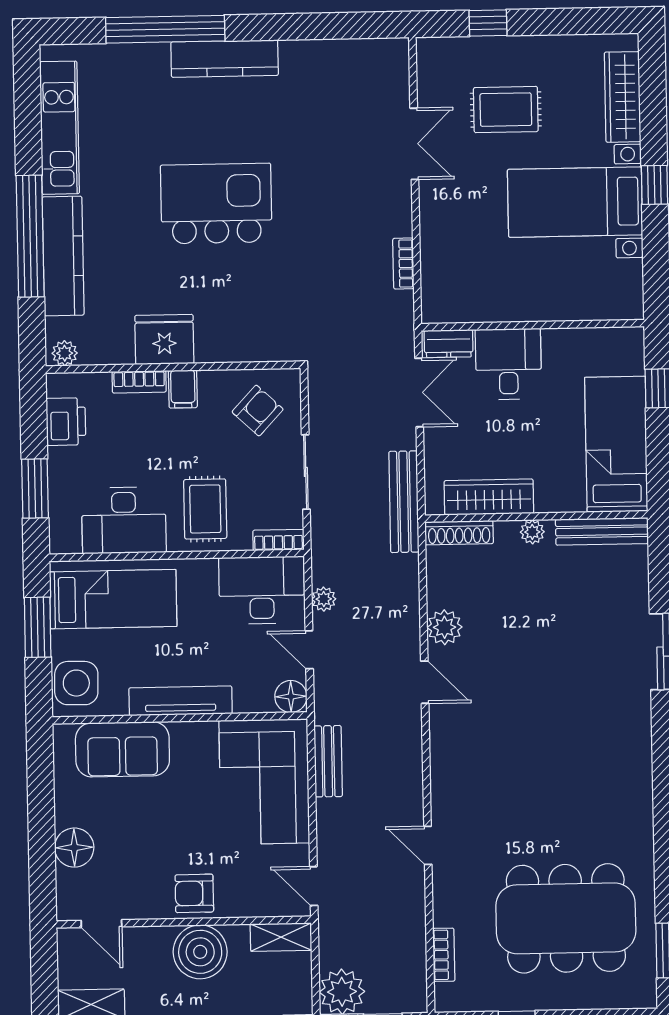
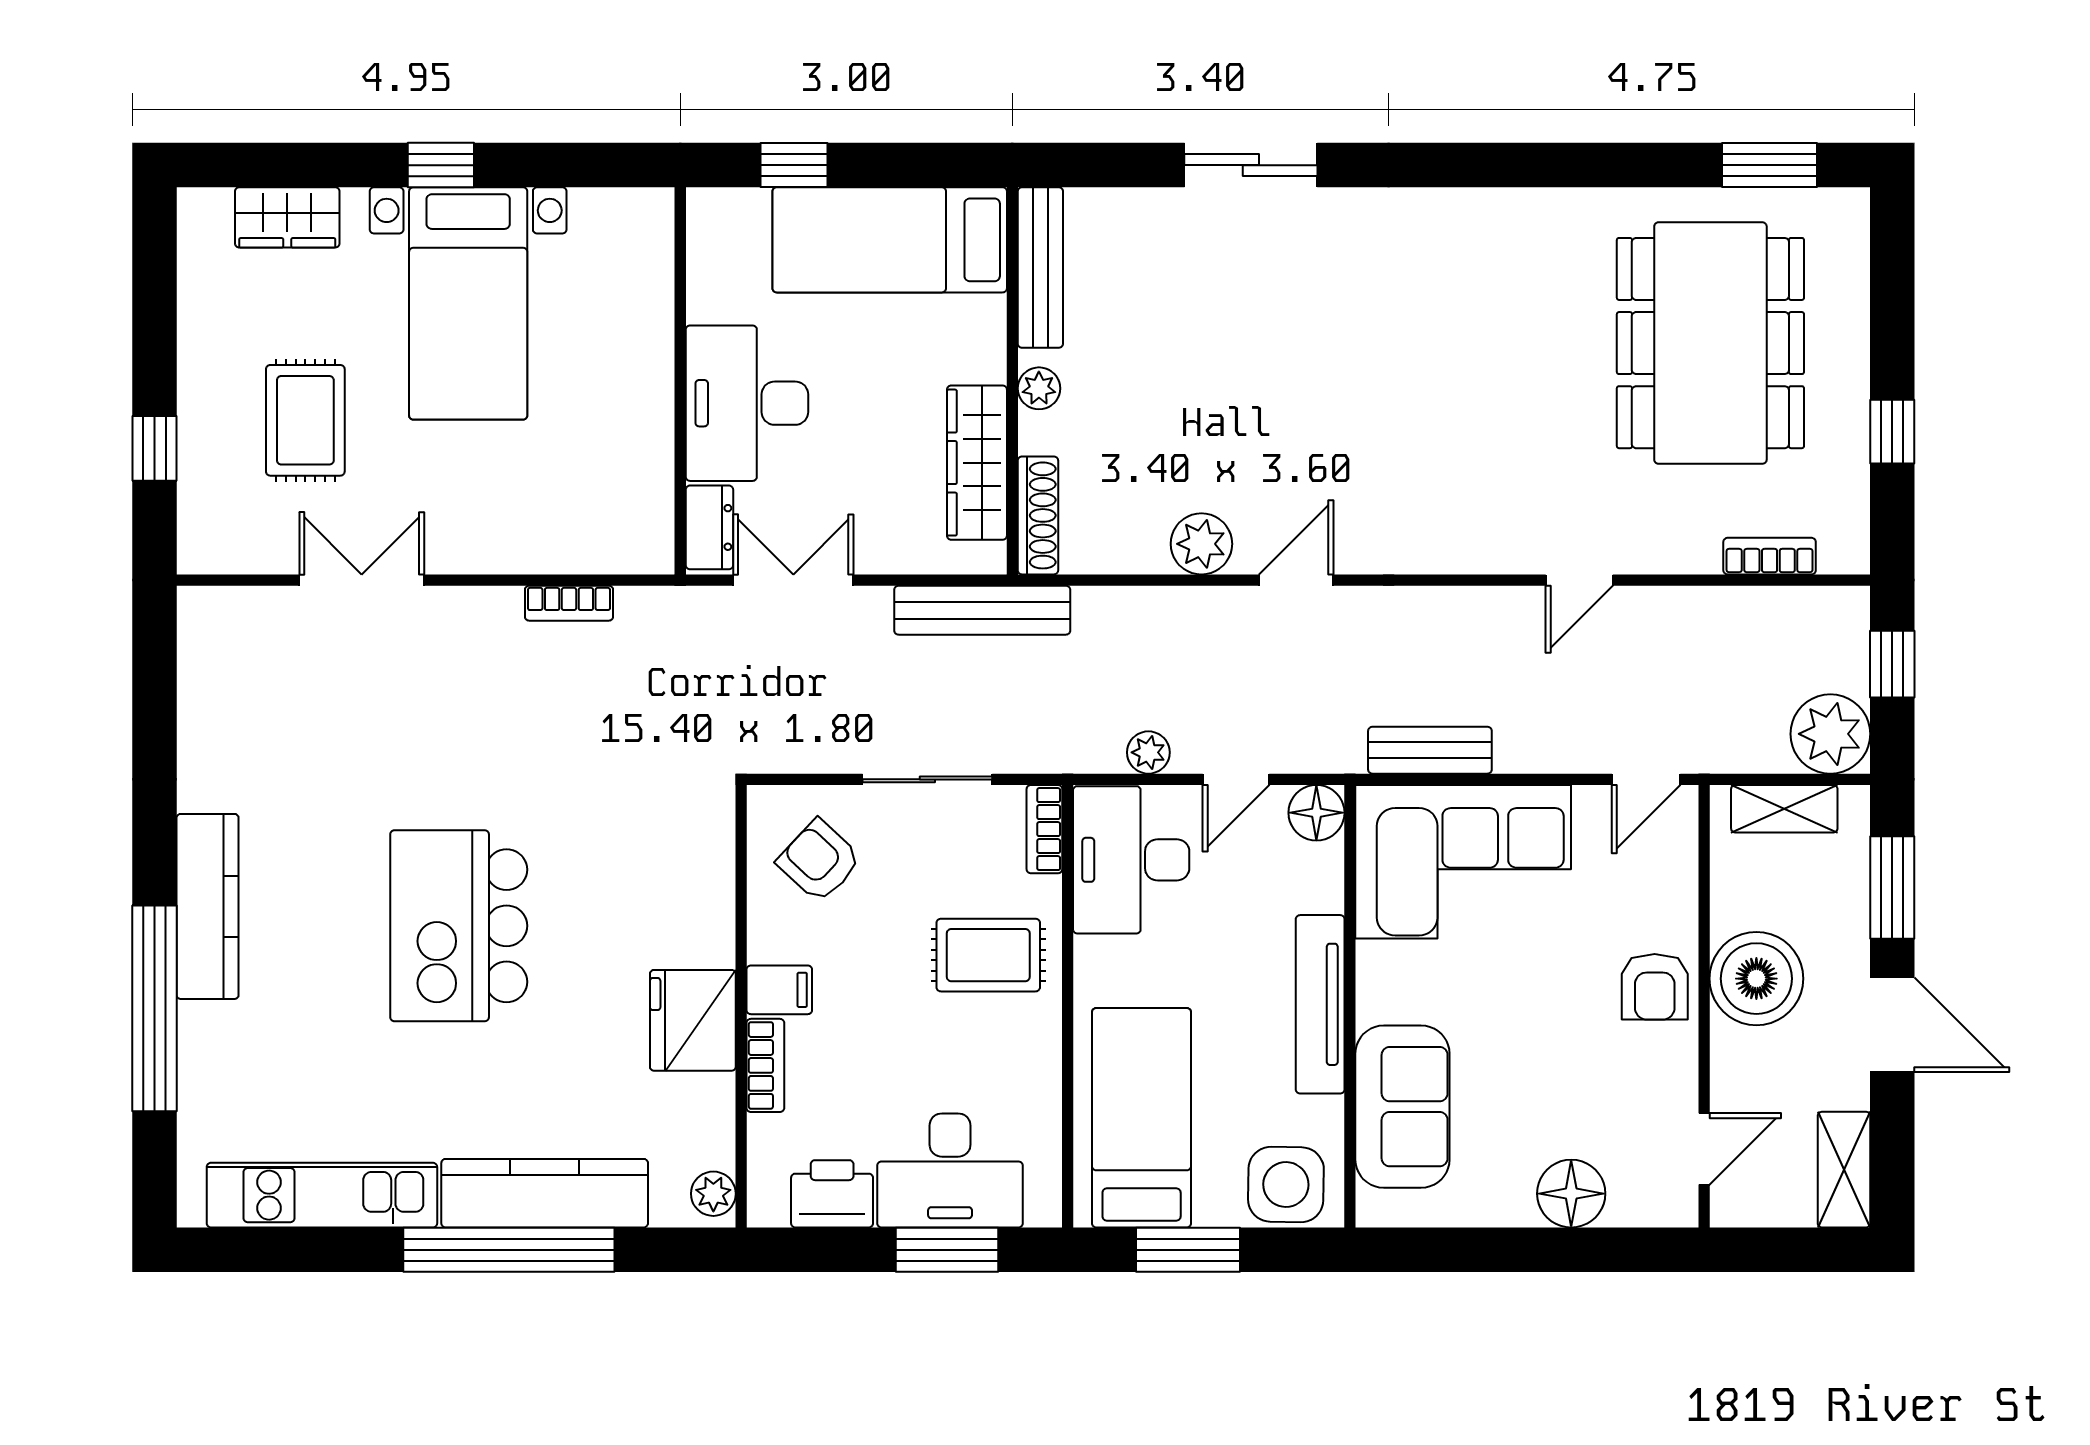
wardrobe: (623, 97) -> (287, 217), width x0.67
desk: (508, 364) -> (747, 403), width x1.37
desk: (124, 520) -> (950, 1170), moved, turned 90
shelving: (281, 937) -> (1784, 809), moved, turned 90

